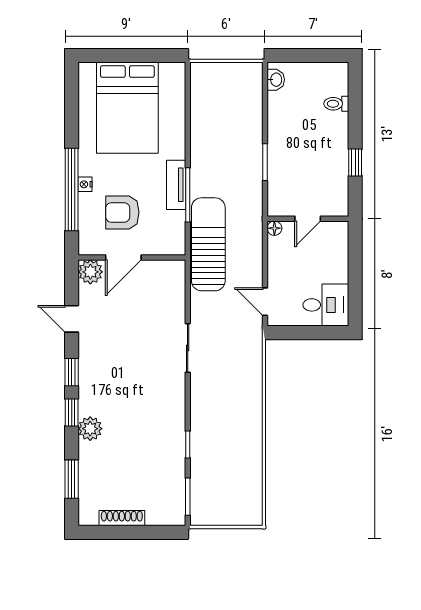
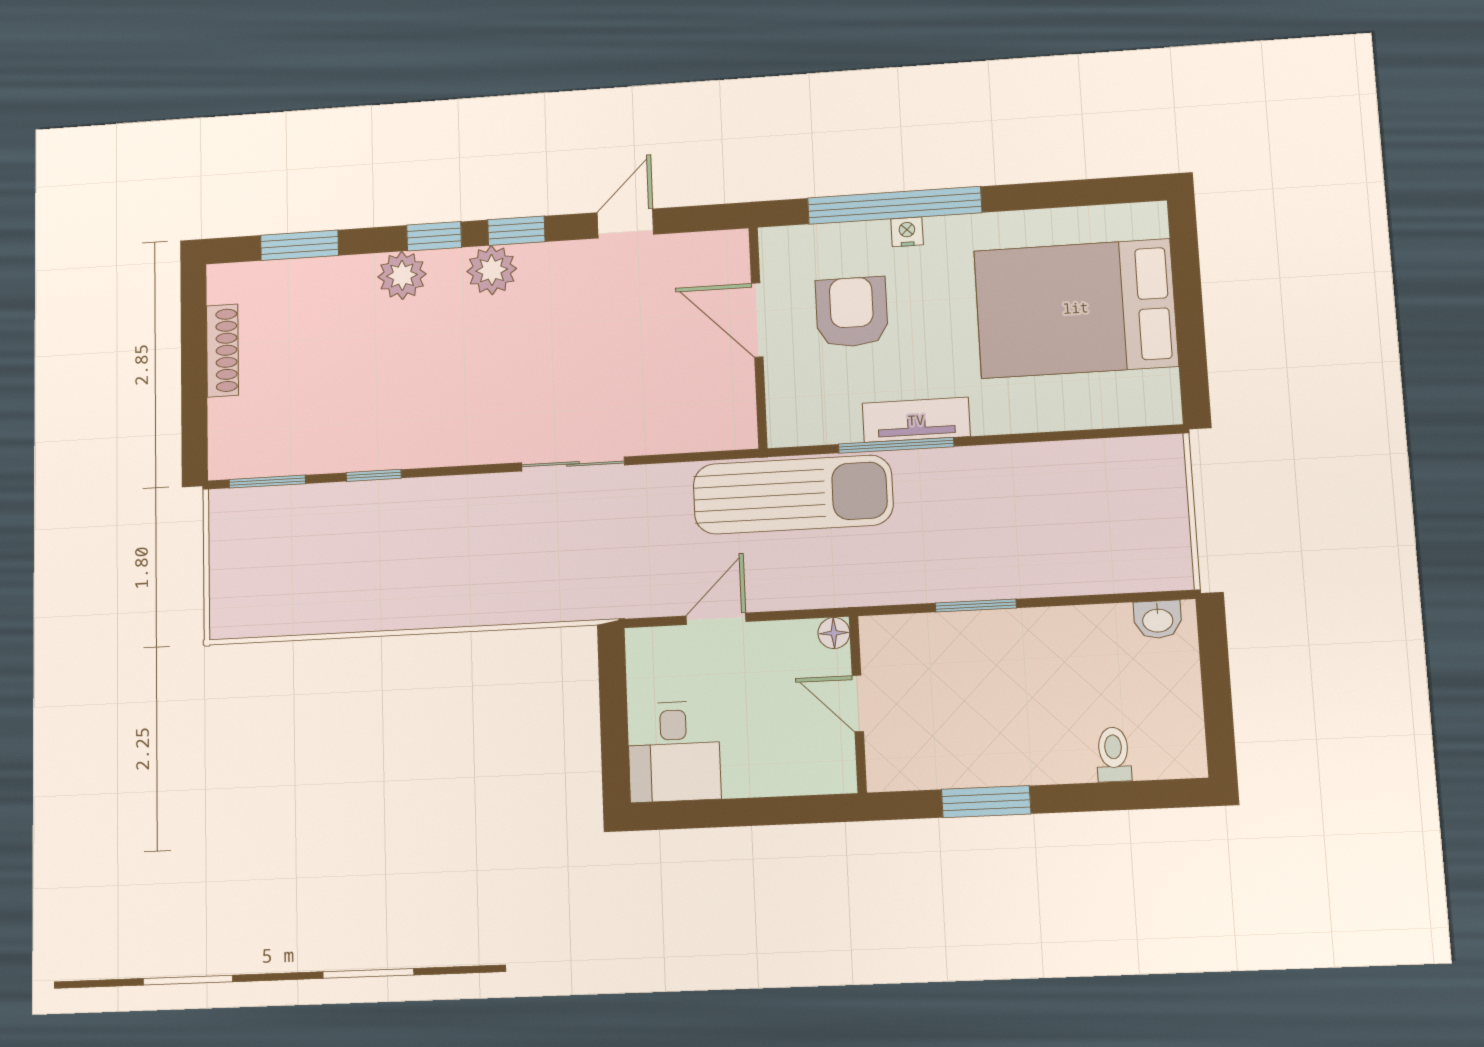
window: (355, 163) -> (986, 802), width x1.50
plant: (90, 272) -> (492, 270), moved
door: (265, 302) -> (716, 619), moved

